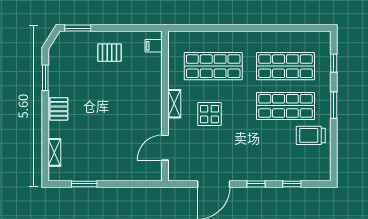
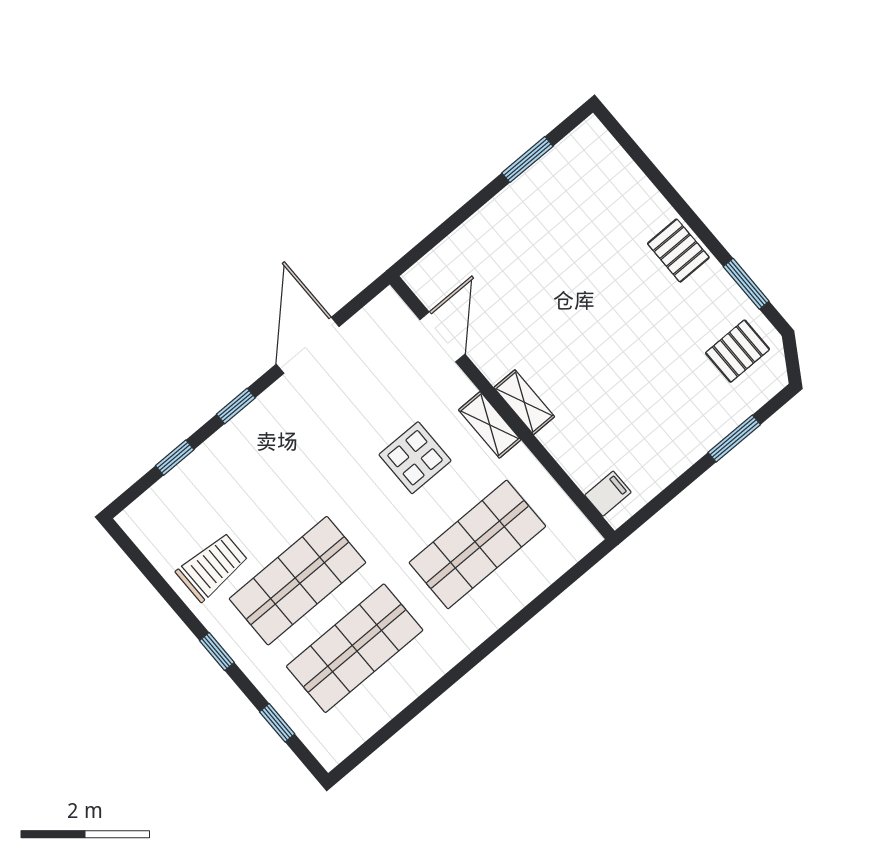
window: (78, 28) -> (734, 438), moved
pallet: (109, 53) -> (738, 351), moved
window: (334, 105) -> (217, 651), width x0.67
shelving: (54, 152) -> (524, 402), moved

